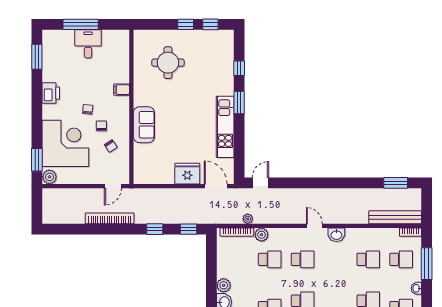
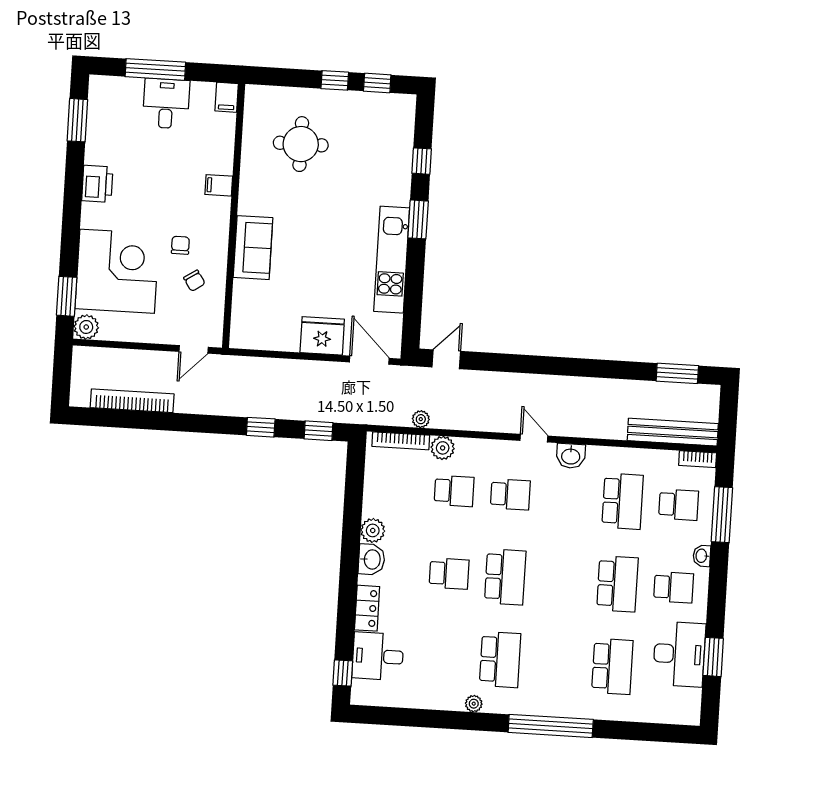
filing cabinet: (123, 38) -> (227, 97), added
chair: (88, 109) -> (159, 216), removed
bookcase: (110, 218) -> (132, 401), moved
school desk: (368, 259) -> (622, 501), width x1.85

